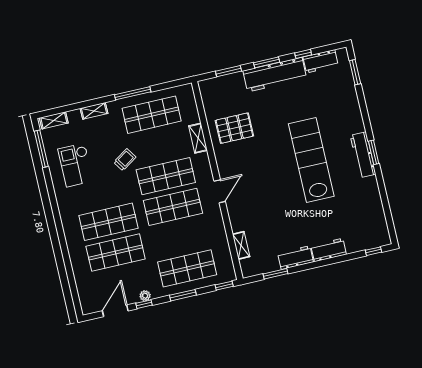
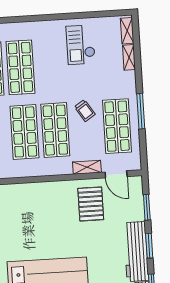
shelving: (94, 111) -> (129, 57), moved
window: (41, 149) -> (102, 14), removed
trolley: (125, 160) -> (85, 111), moved
checkout: (76, 165) -> (81, 45), turned -90
door: (220, 191) -> (116, 174), moved

